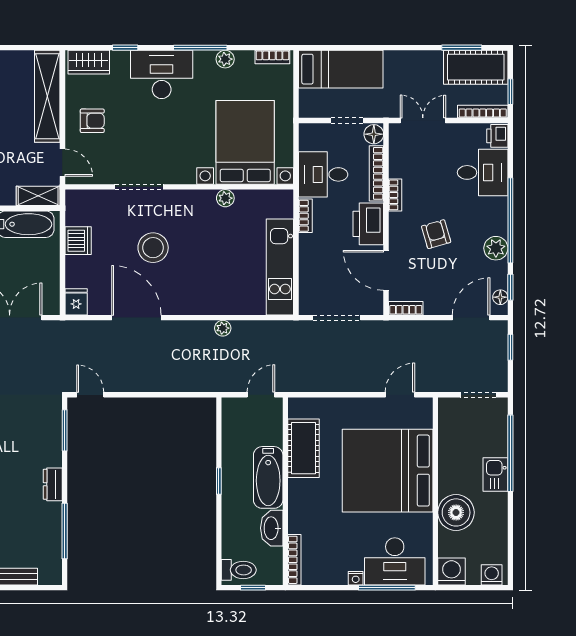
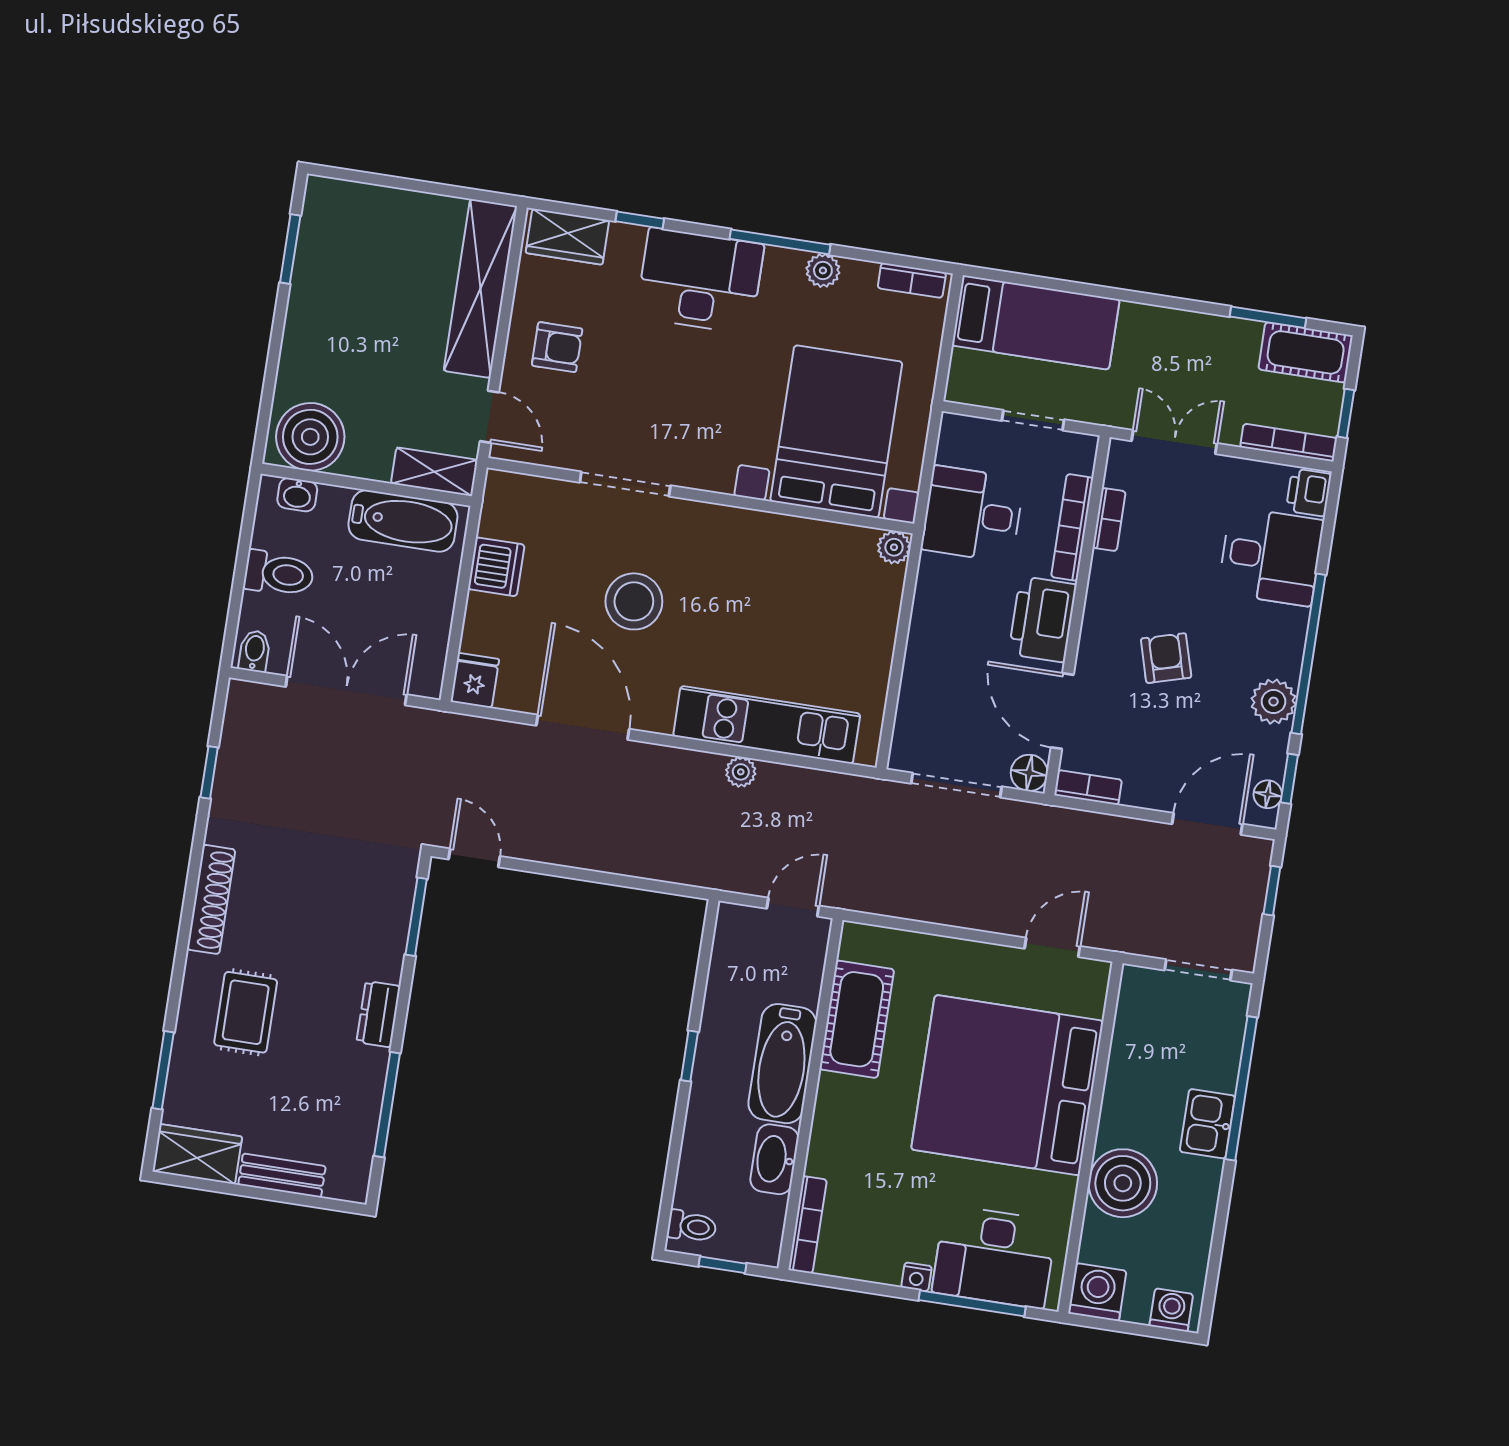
cot: (476, 67) -> (1306, 352), width x0.73, depth x0.75
floor lamp: (374, 134) -> (1029, 773), moved
bookcase: (395, 195) -> (1109, 520), moved
plant: (225, 198) -> (894, 547), moved
bookcase: (305, 216) -> (927, 586), removed
kitchen unit: (280, 267) -> (767, 725), moved, turned 90
toilet: (239, 570) -> (692, 1226), width x0.73, depth x0.72

